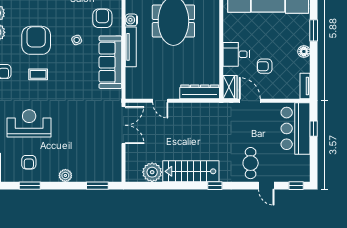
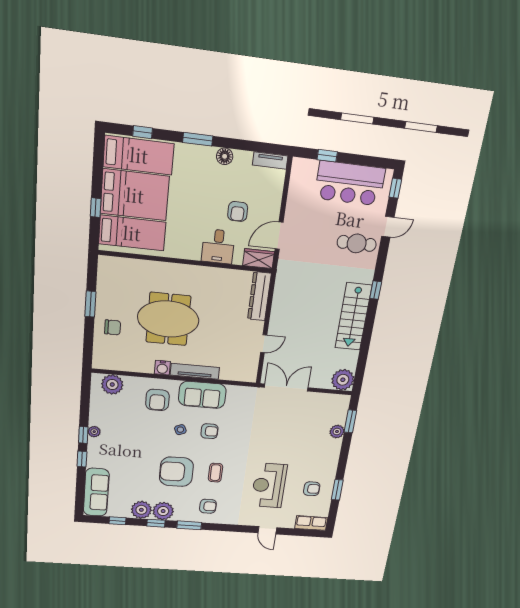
armchair: (102, 18) -> (157, 400), turned -90
sofa: (110, 62) -> (202, 395), width x0.73
armchair: (77, 65) -> (209, 431), added
bar counter: (296, 128) -> (350, 183), moved
plant: (152, 172) -> (343, 380), moved
plant: (65, 175) -> (337, 432), moved

